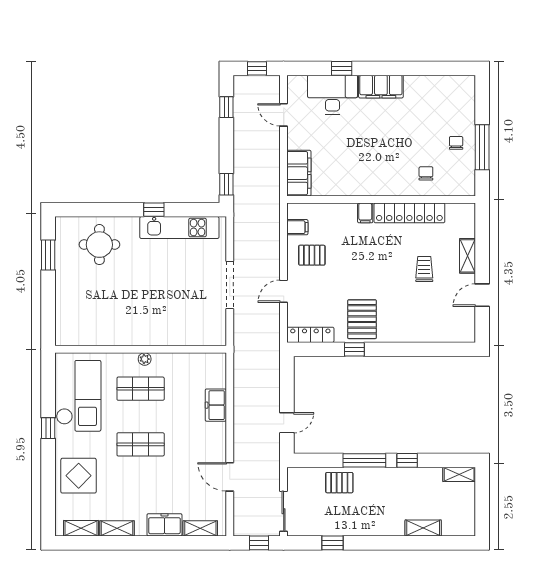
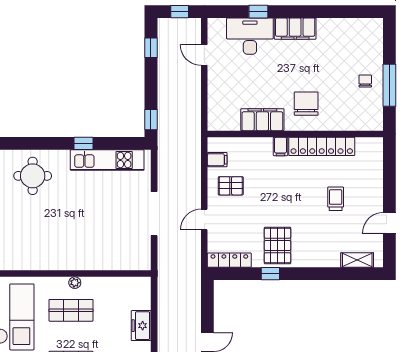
filing cabinet: (299, 173) -> (262, 120), moved, turned -90
chair: (426, 173) -> (306, 104), moved, width x1.87, depth x1.87
shelving: (468, 256) -> (357, 260), moved, turned 90

